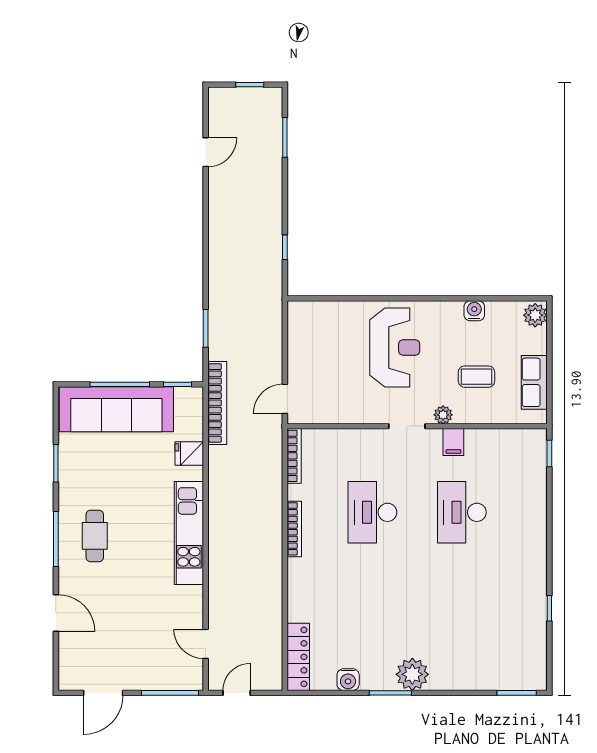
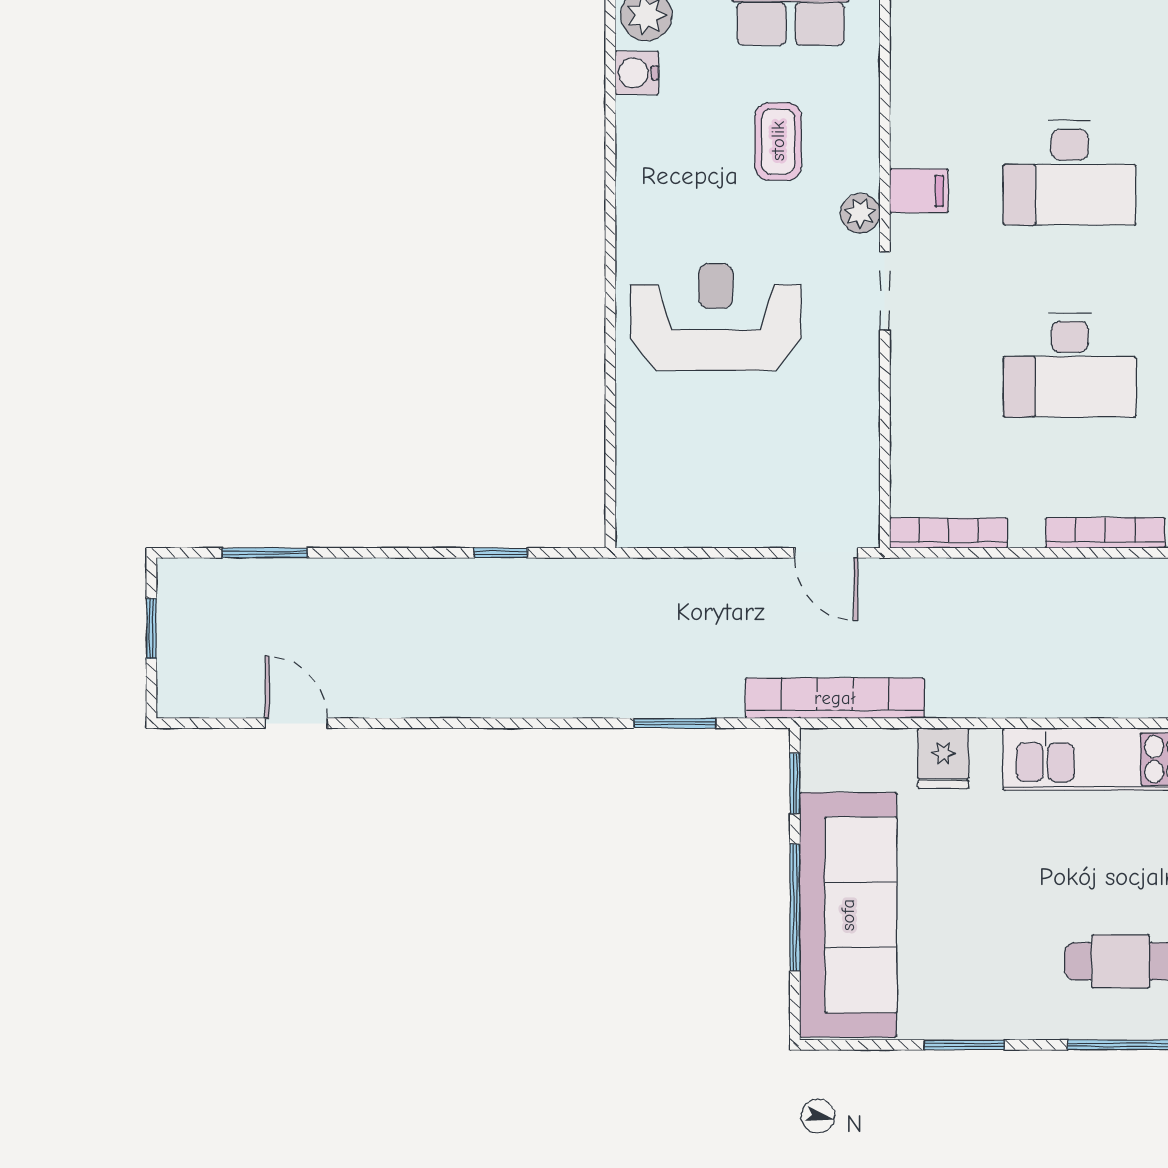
water cooler: (474, 311) -> (637, 73), moved

